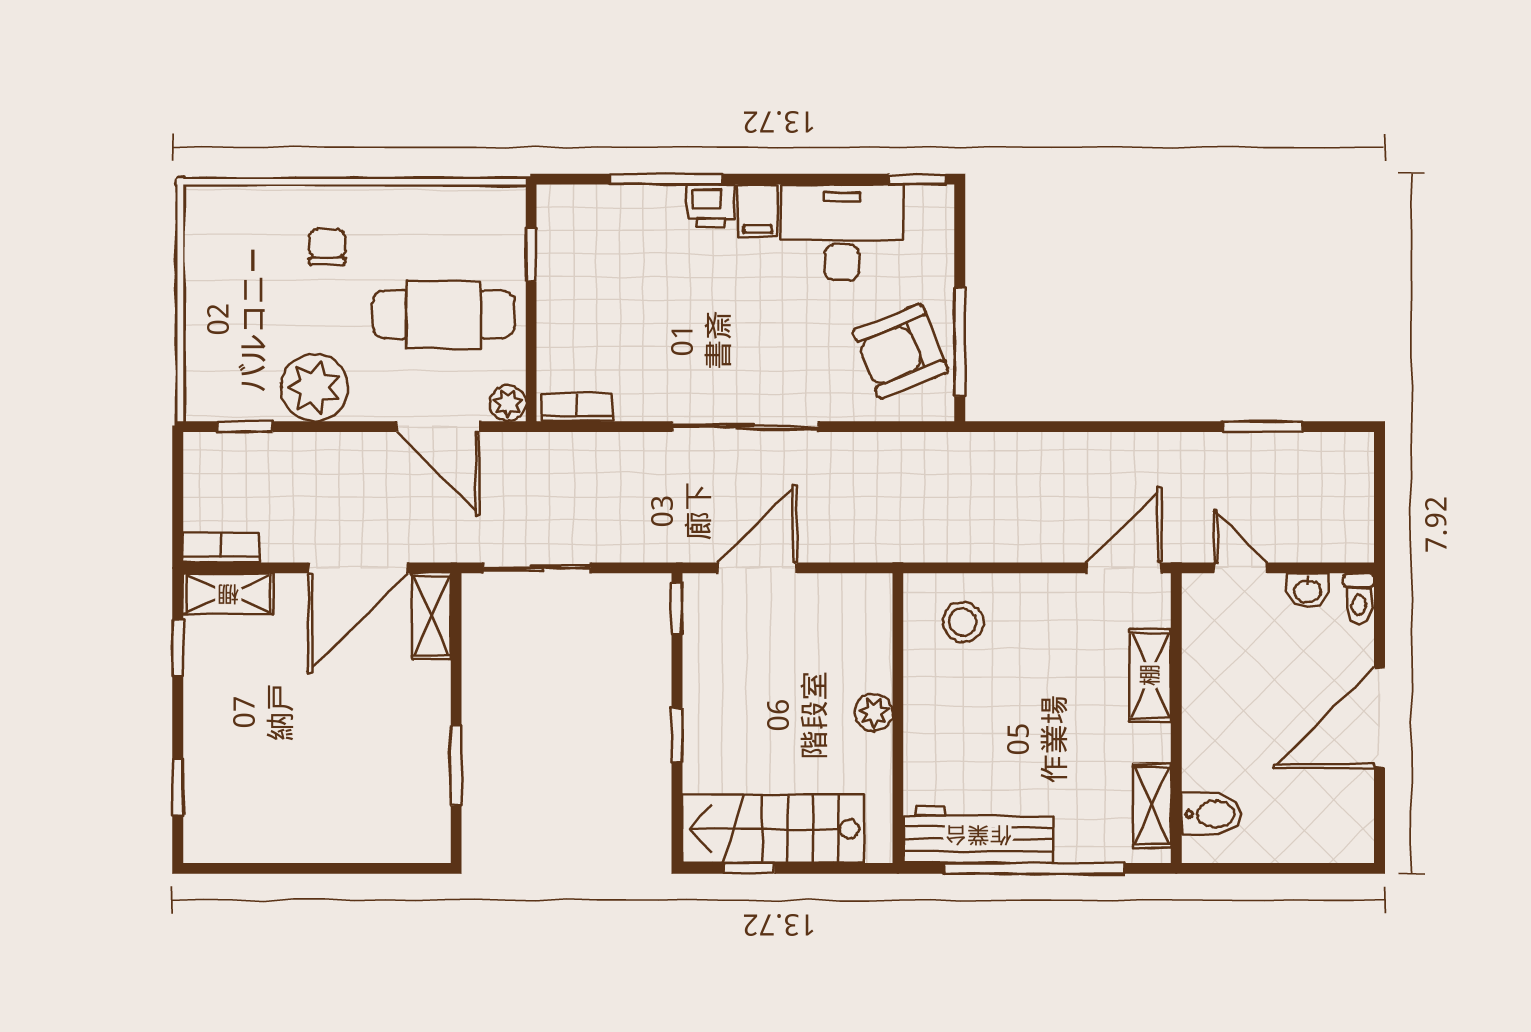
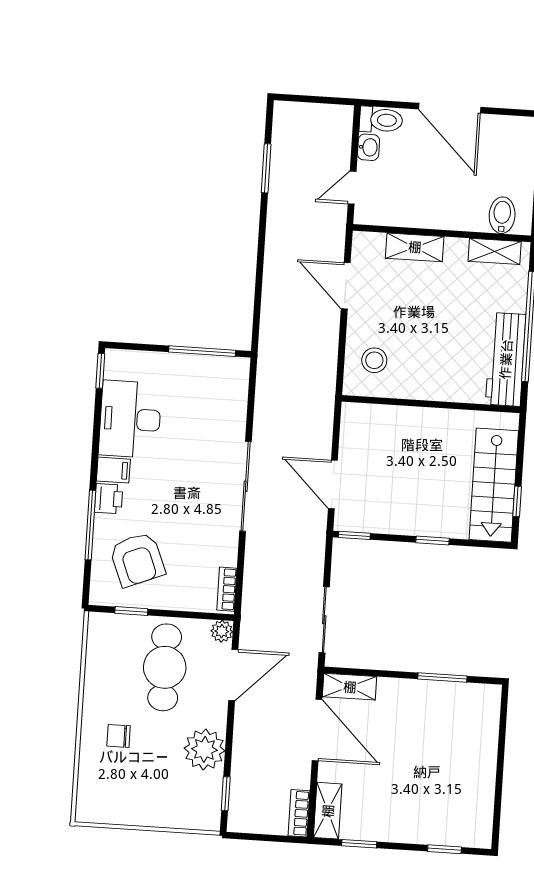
armchair: (900, 351) -> (137, 559), moved
door: (1124, 568) -> (346, 286), moved
toilet: (1359, 598) -> (381, 120), width x1.37, depth x1.39
plant: (874, 713) -> (426, 419), removed

